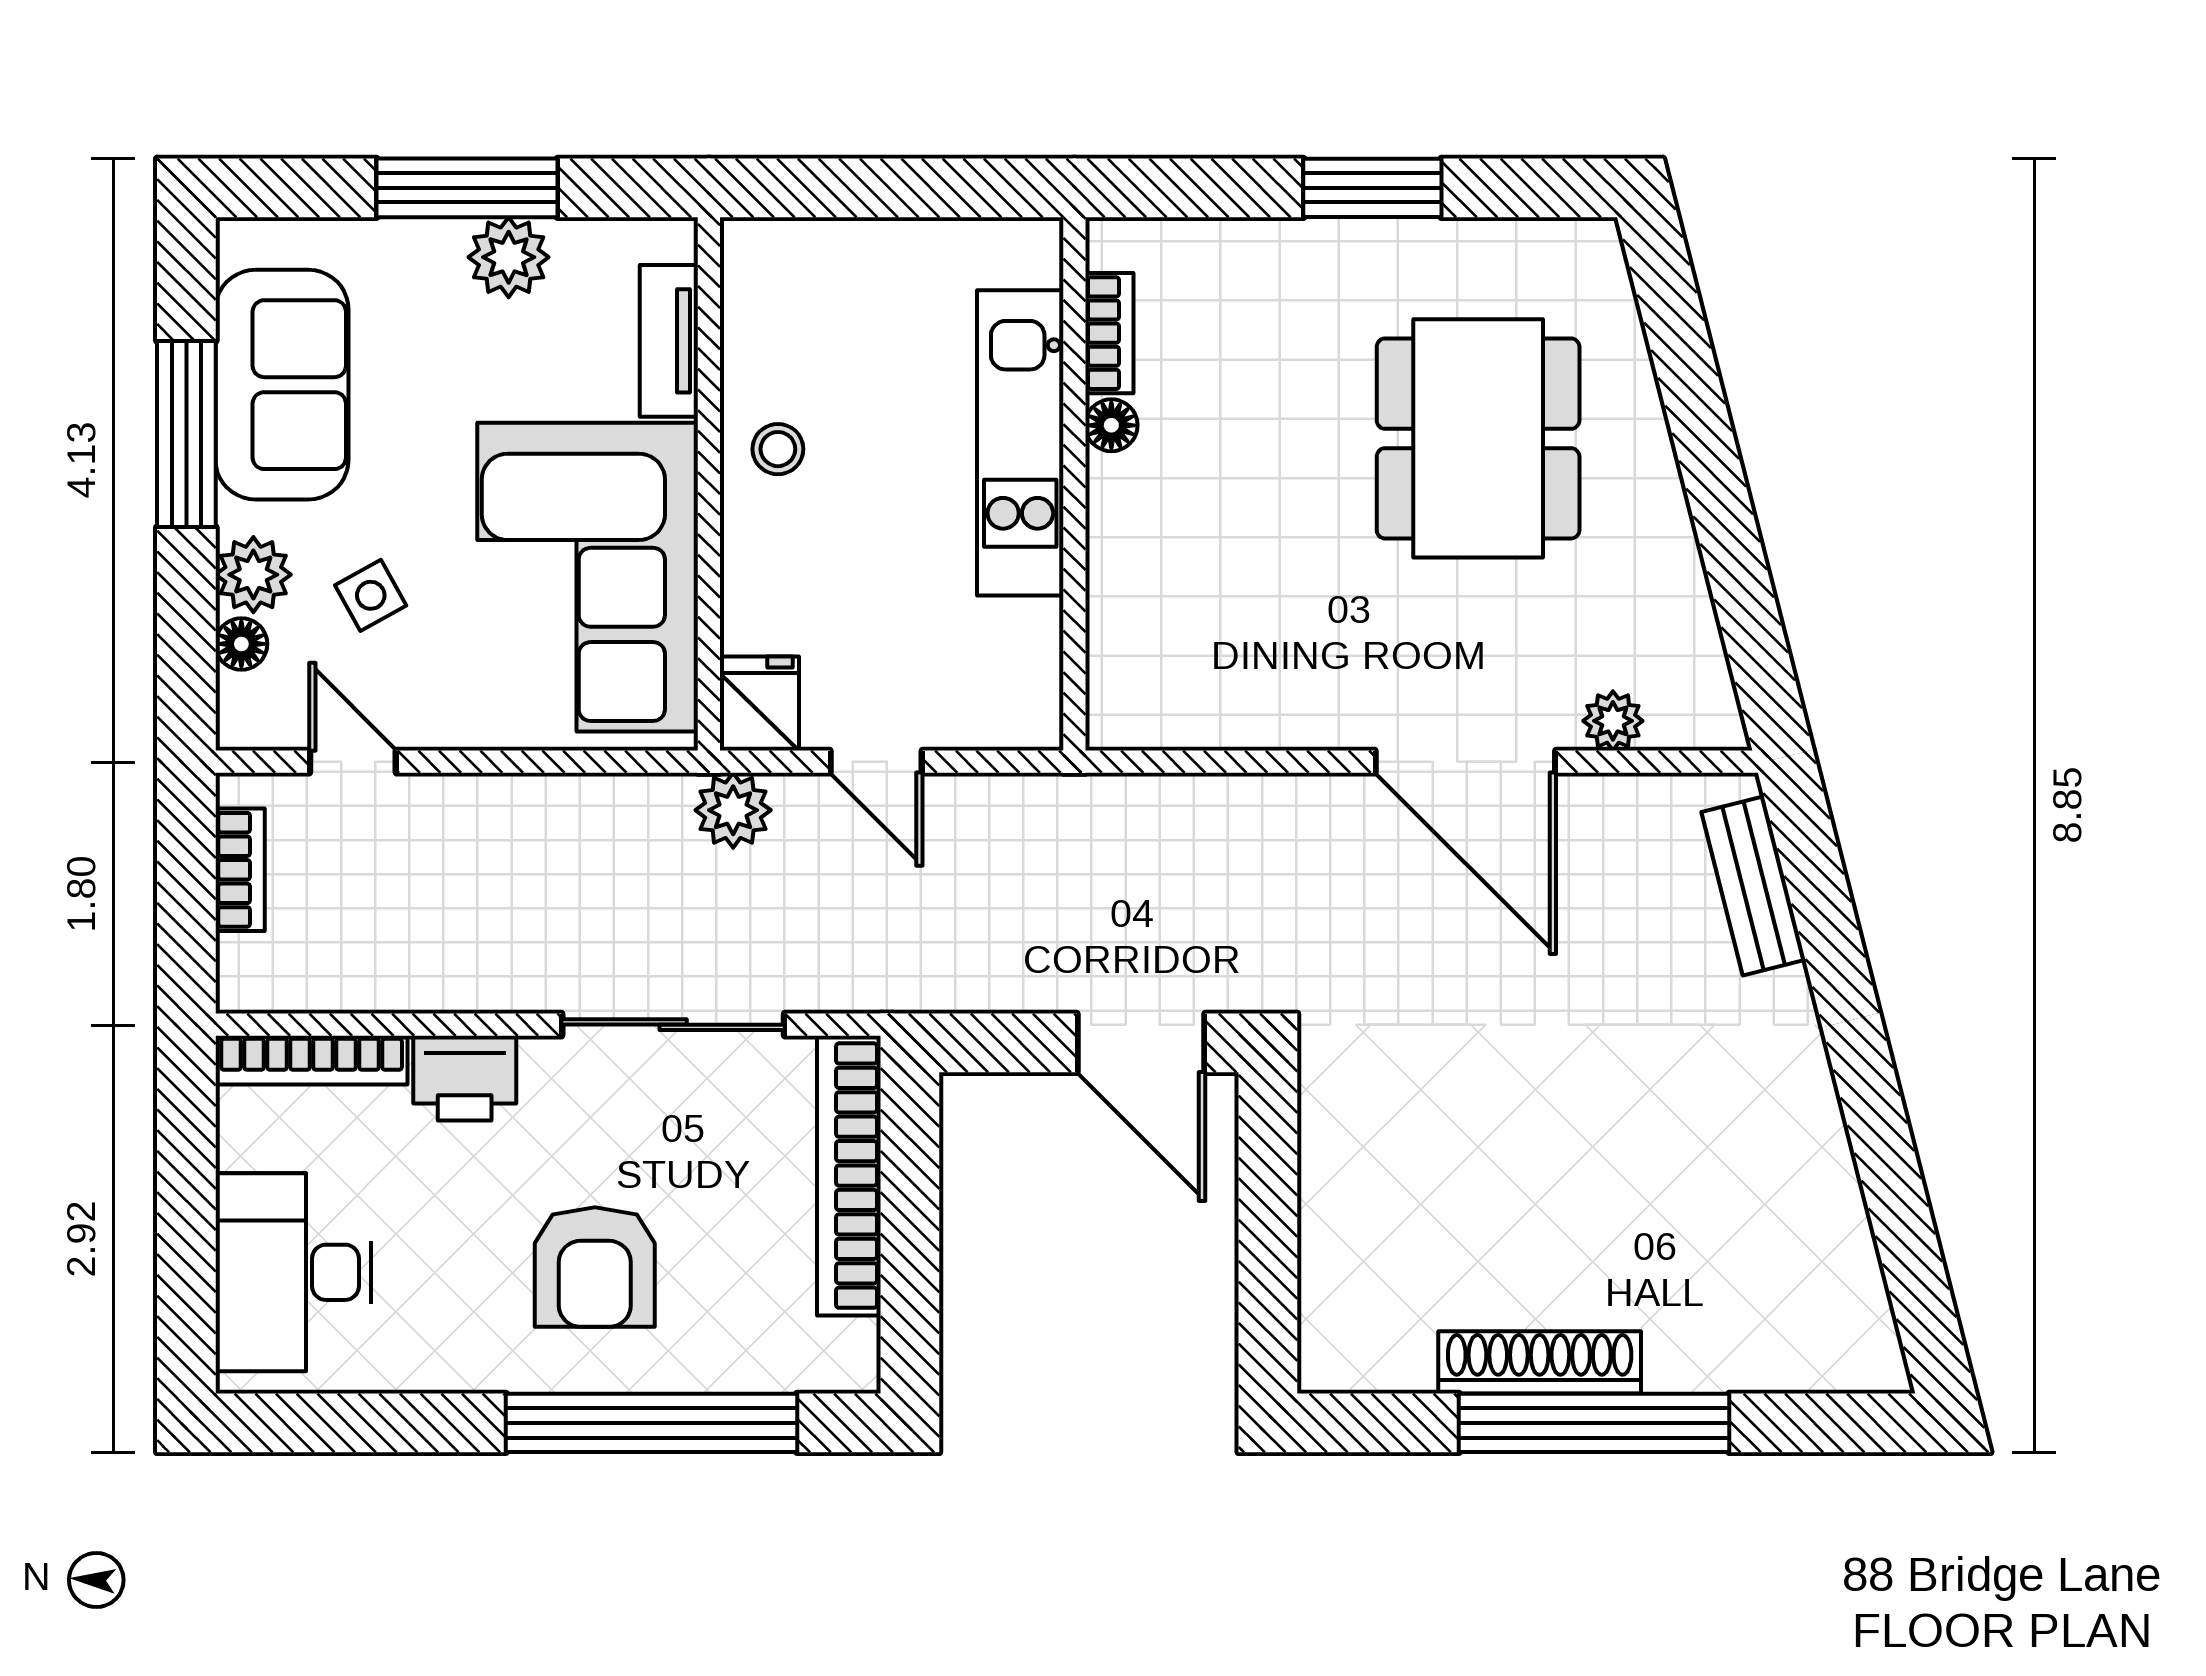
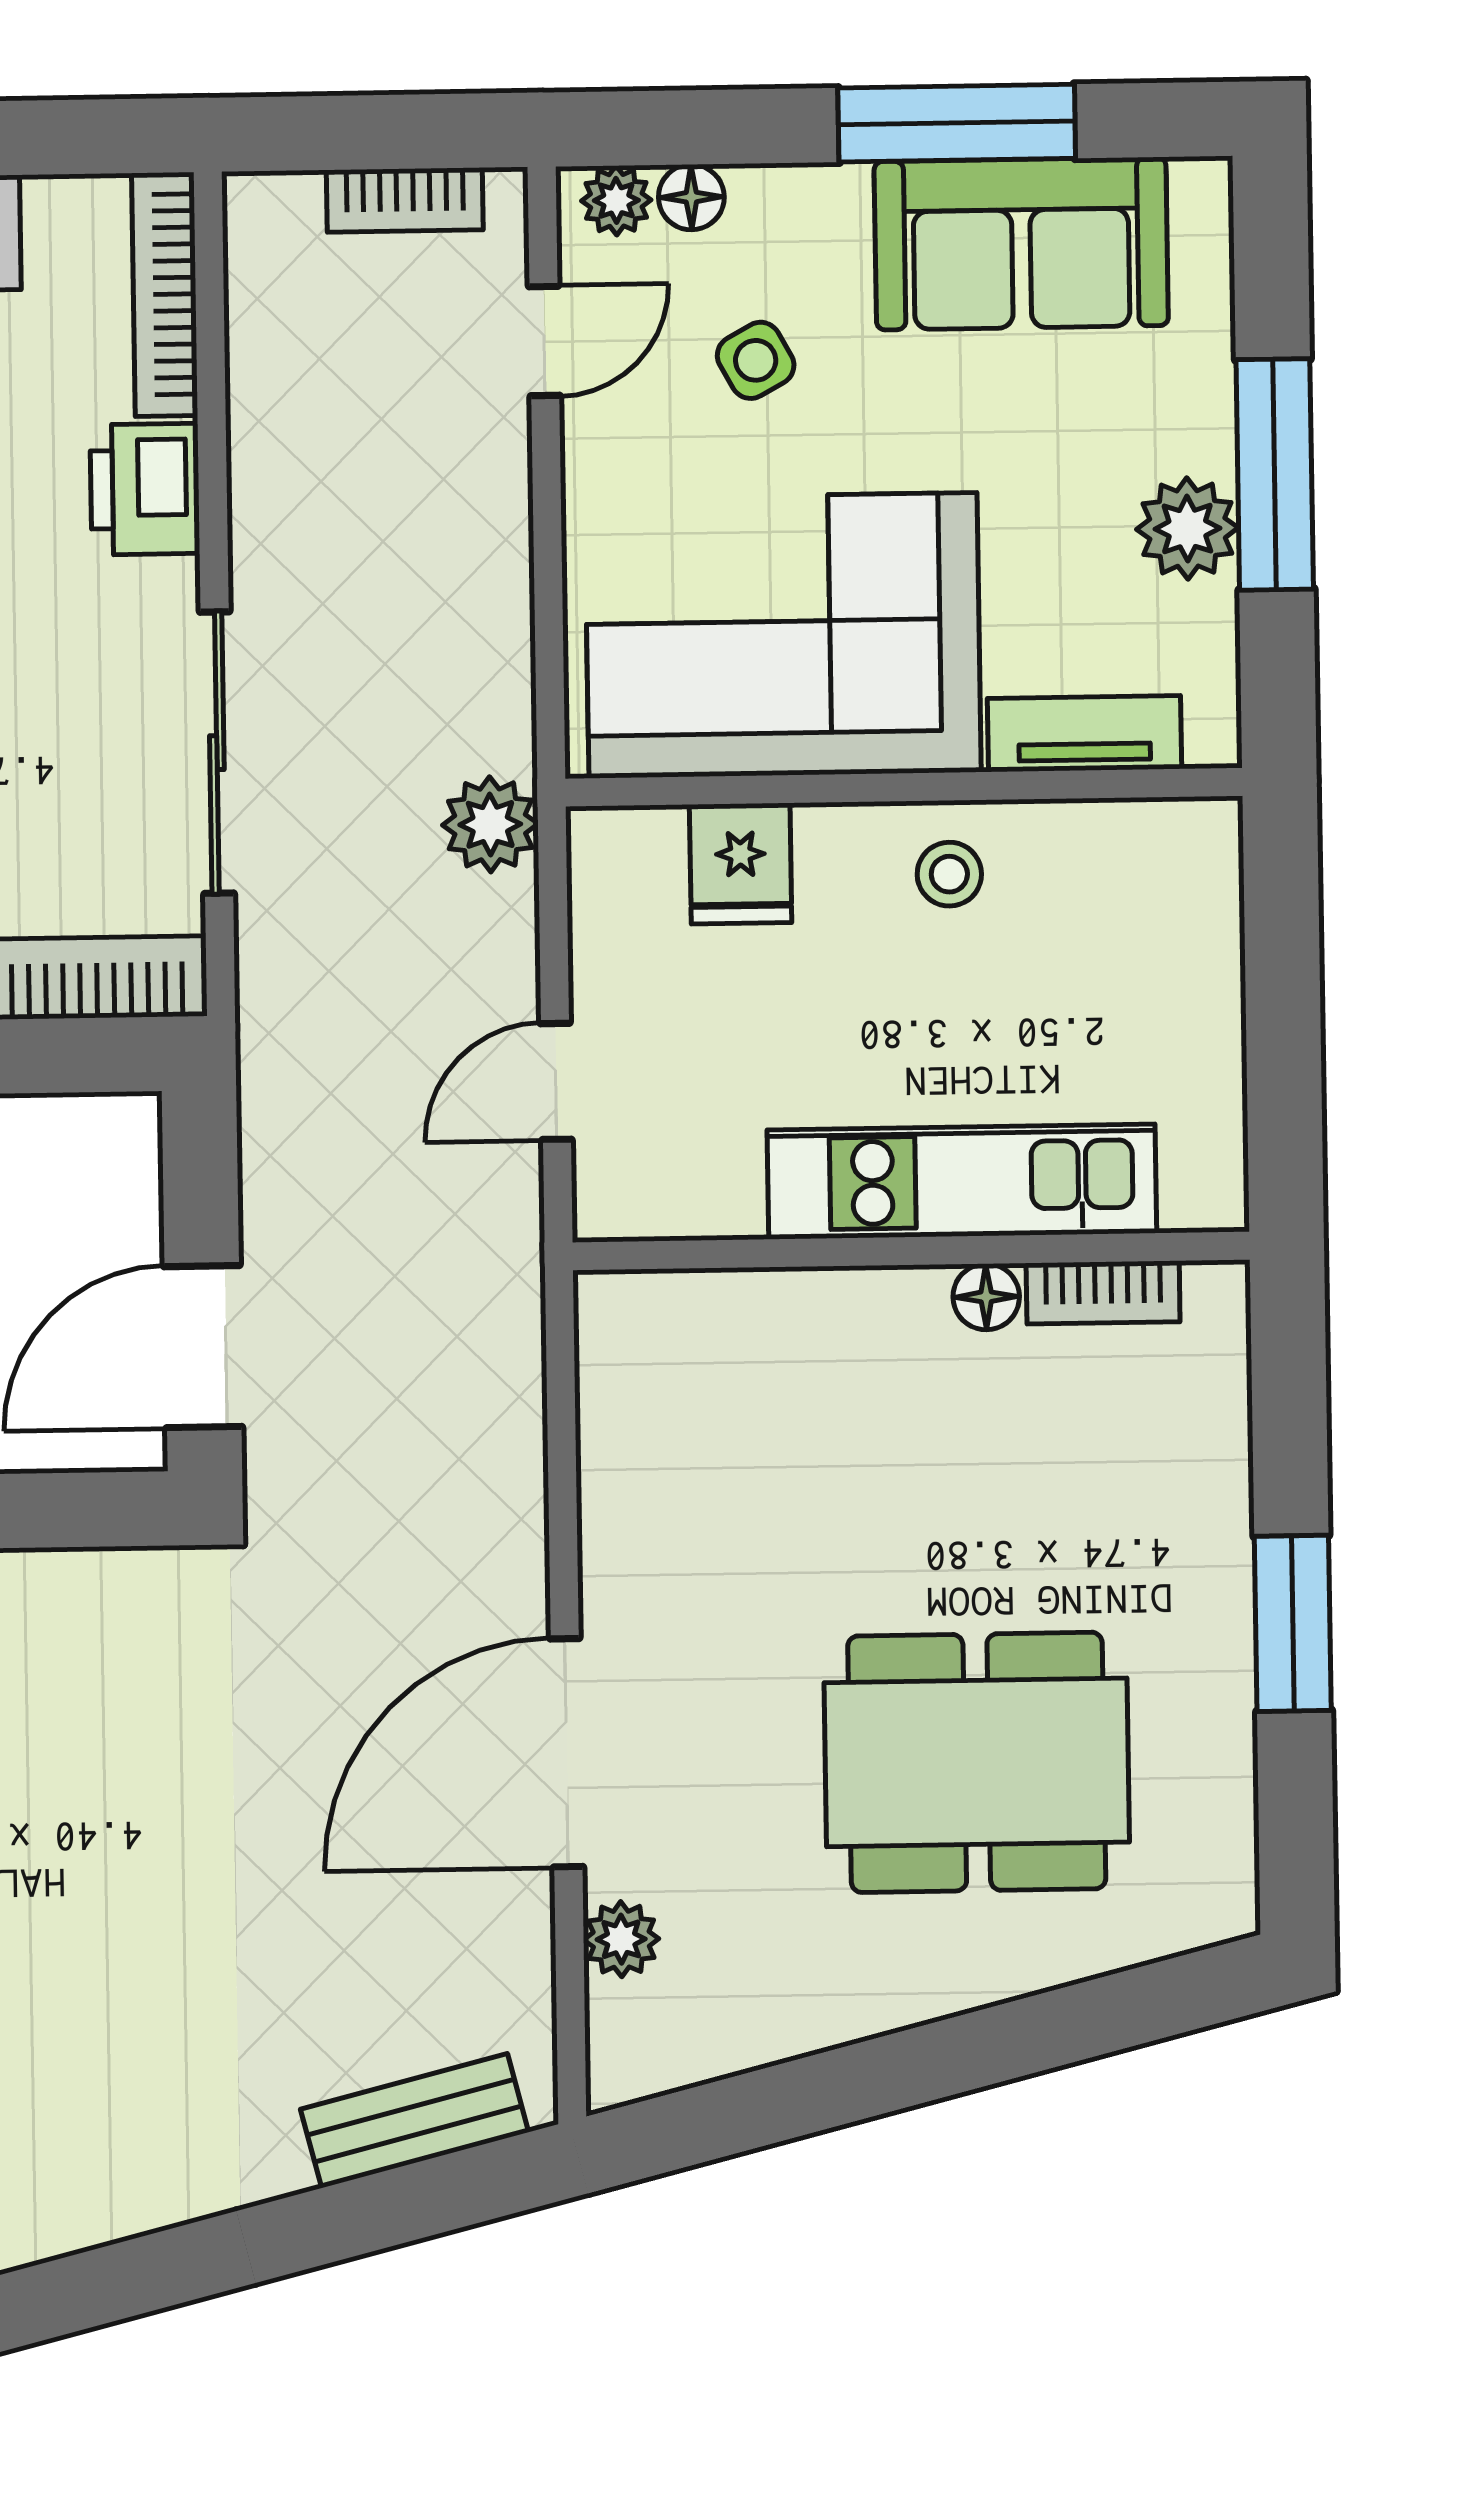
plant: (253, 575) -> (616, 200), moved, width x0.73, depth x0.73
fridge: (759, 703) -> (741, 864), moved, turned 90
door: (876, 762) -> (556, 1081), moved

